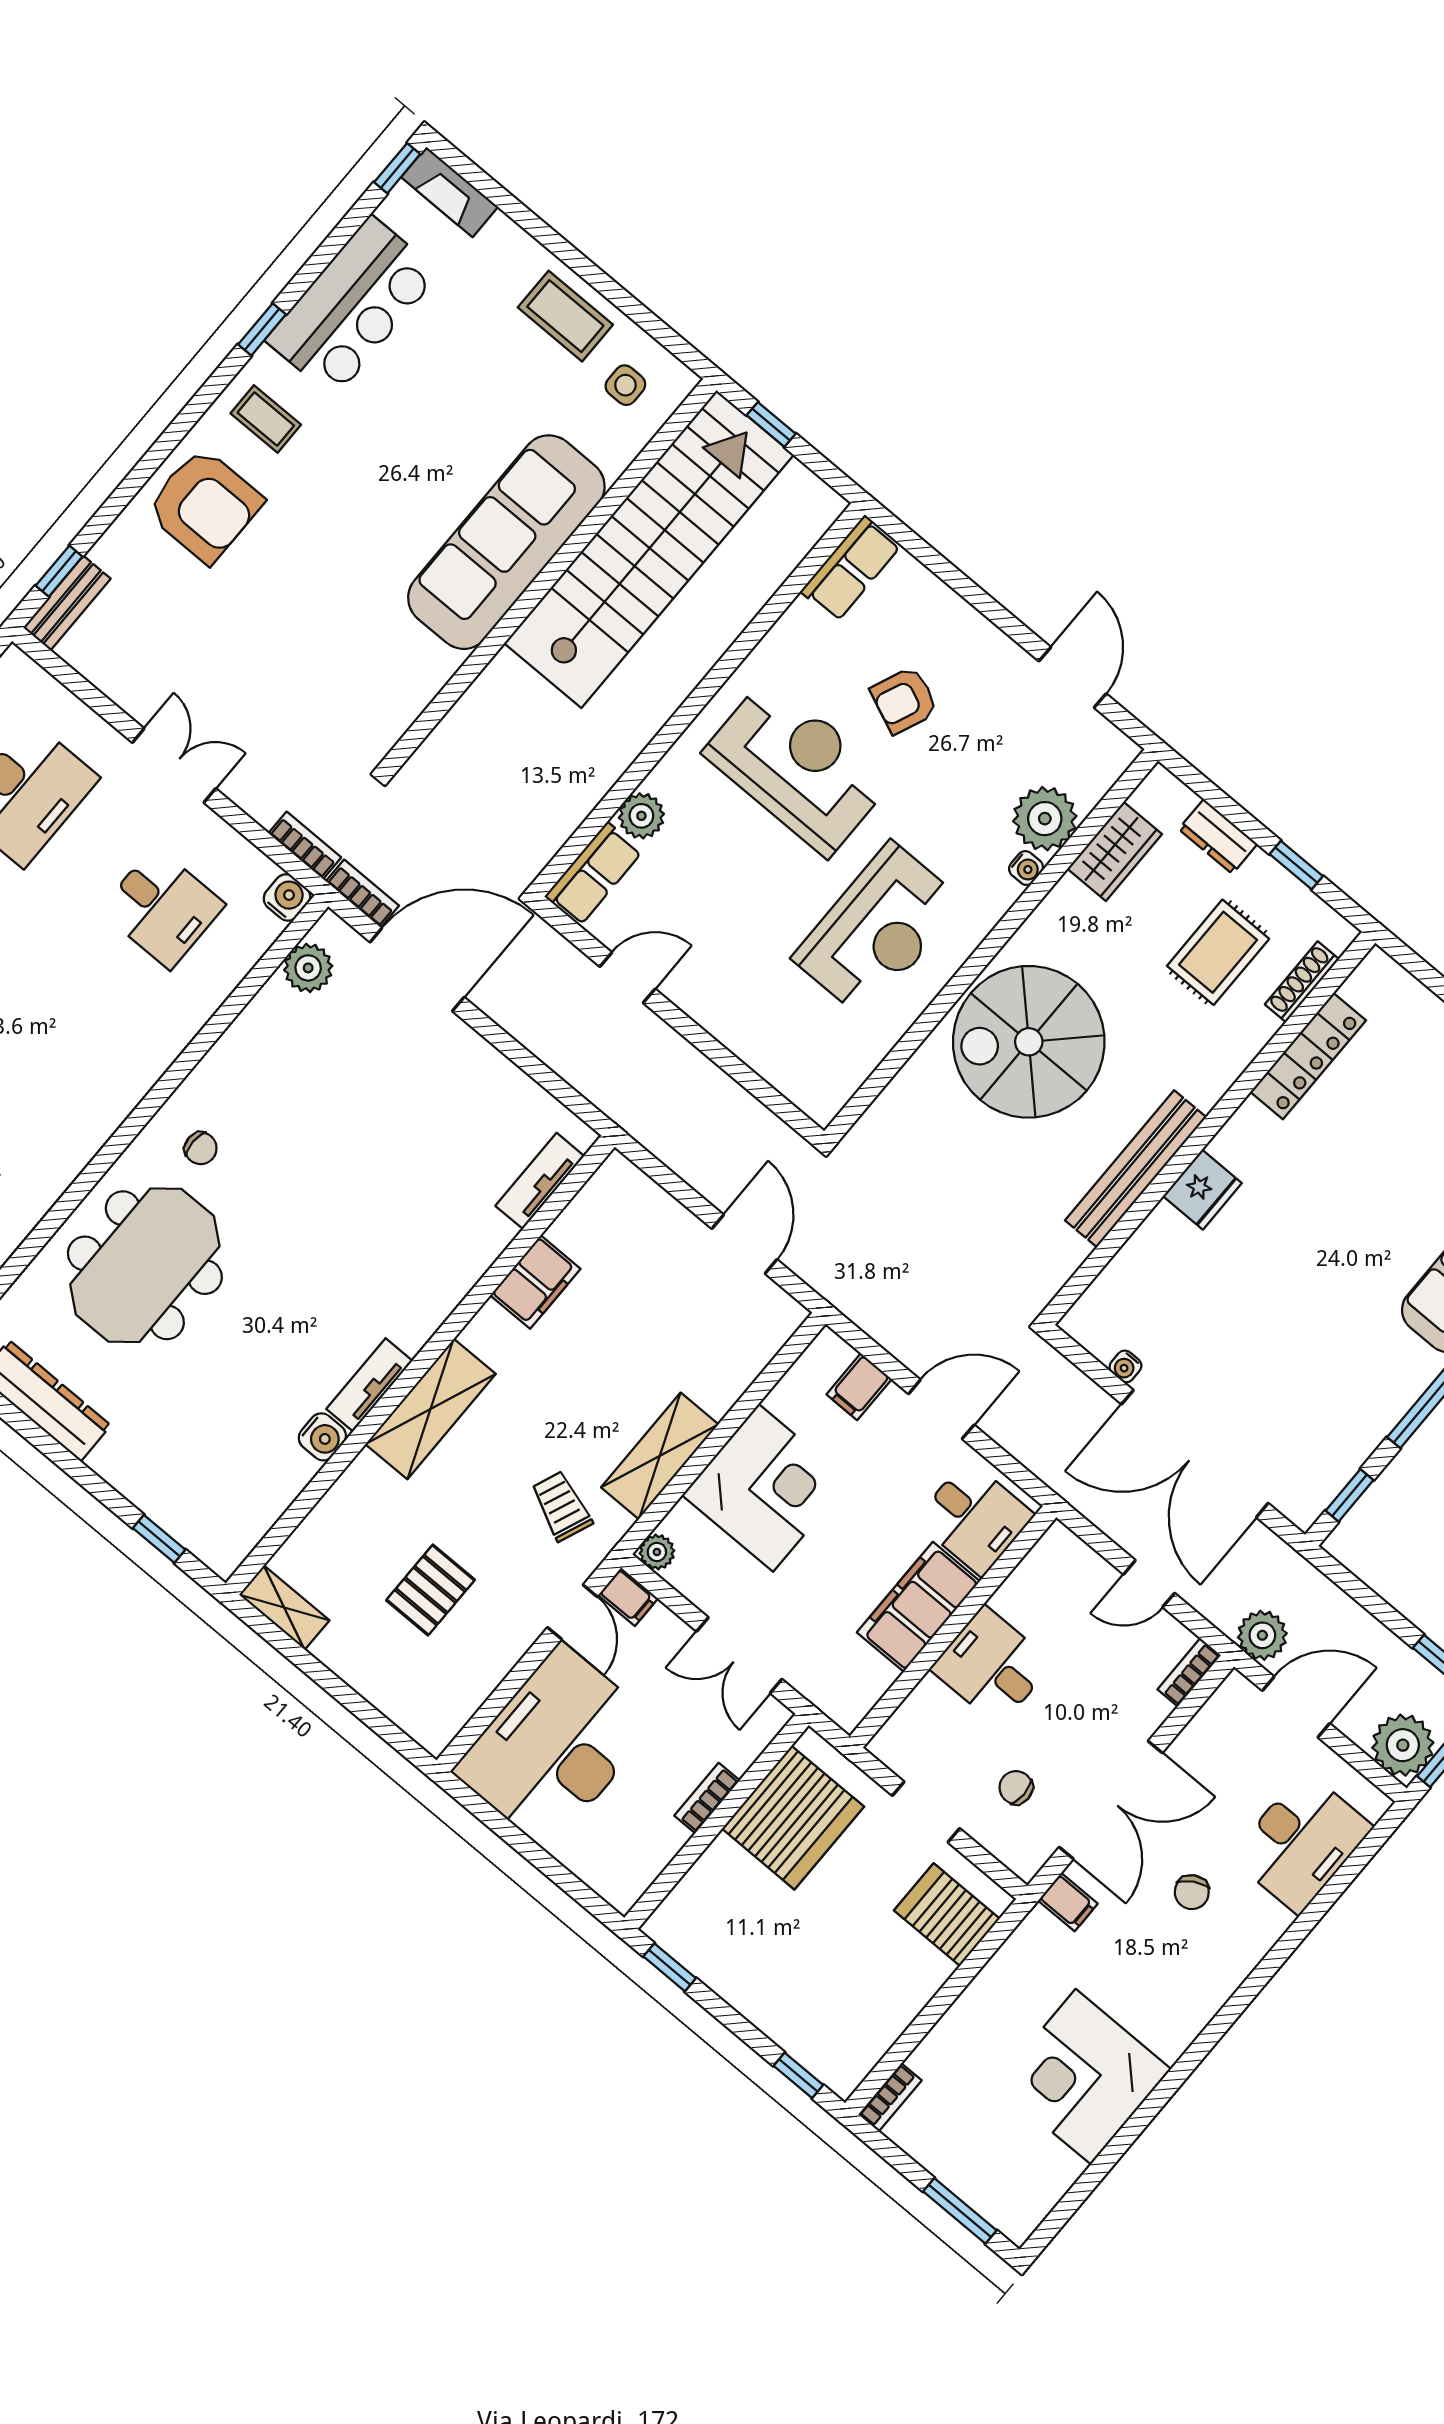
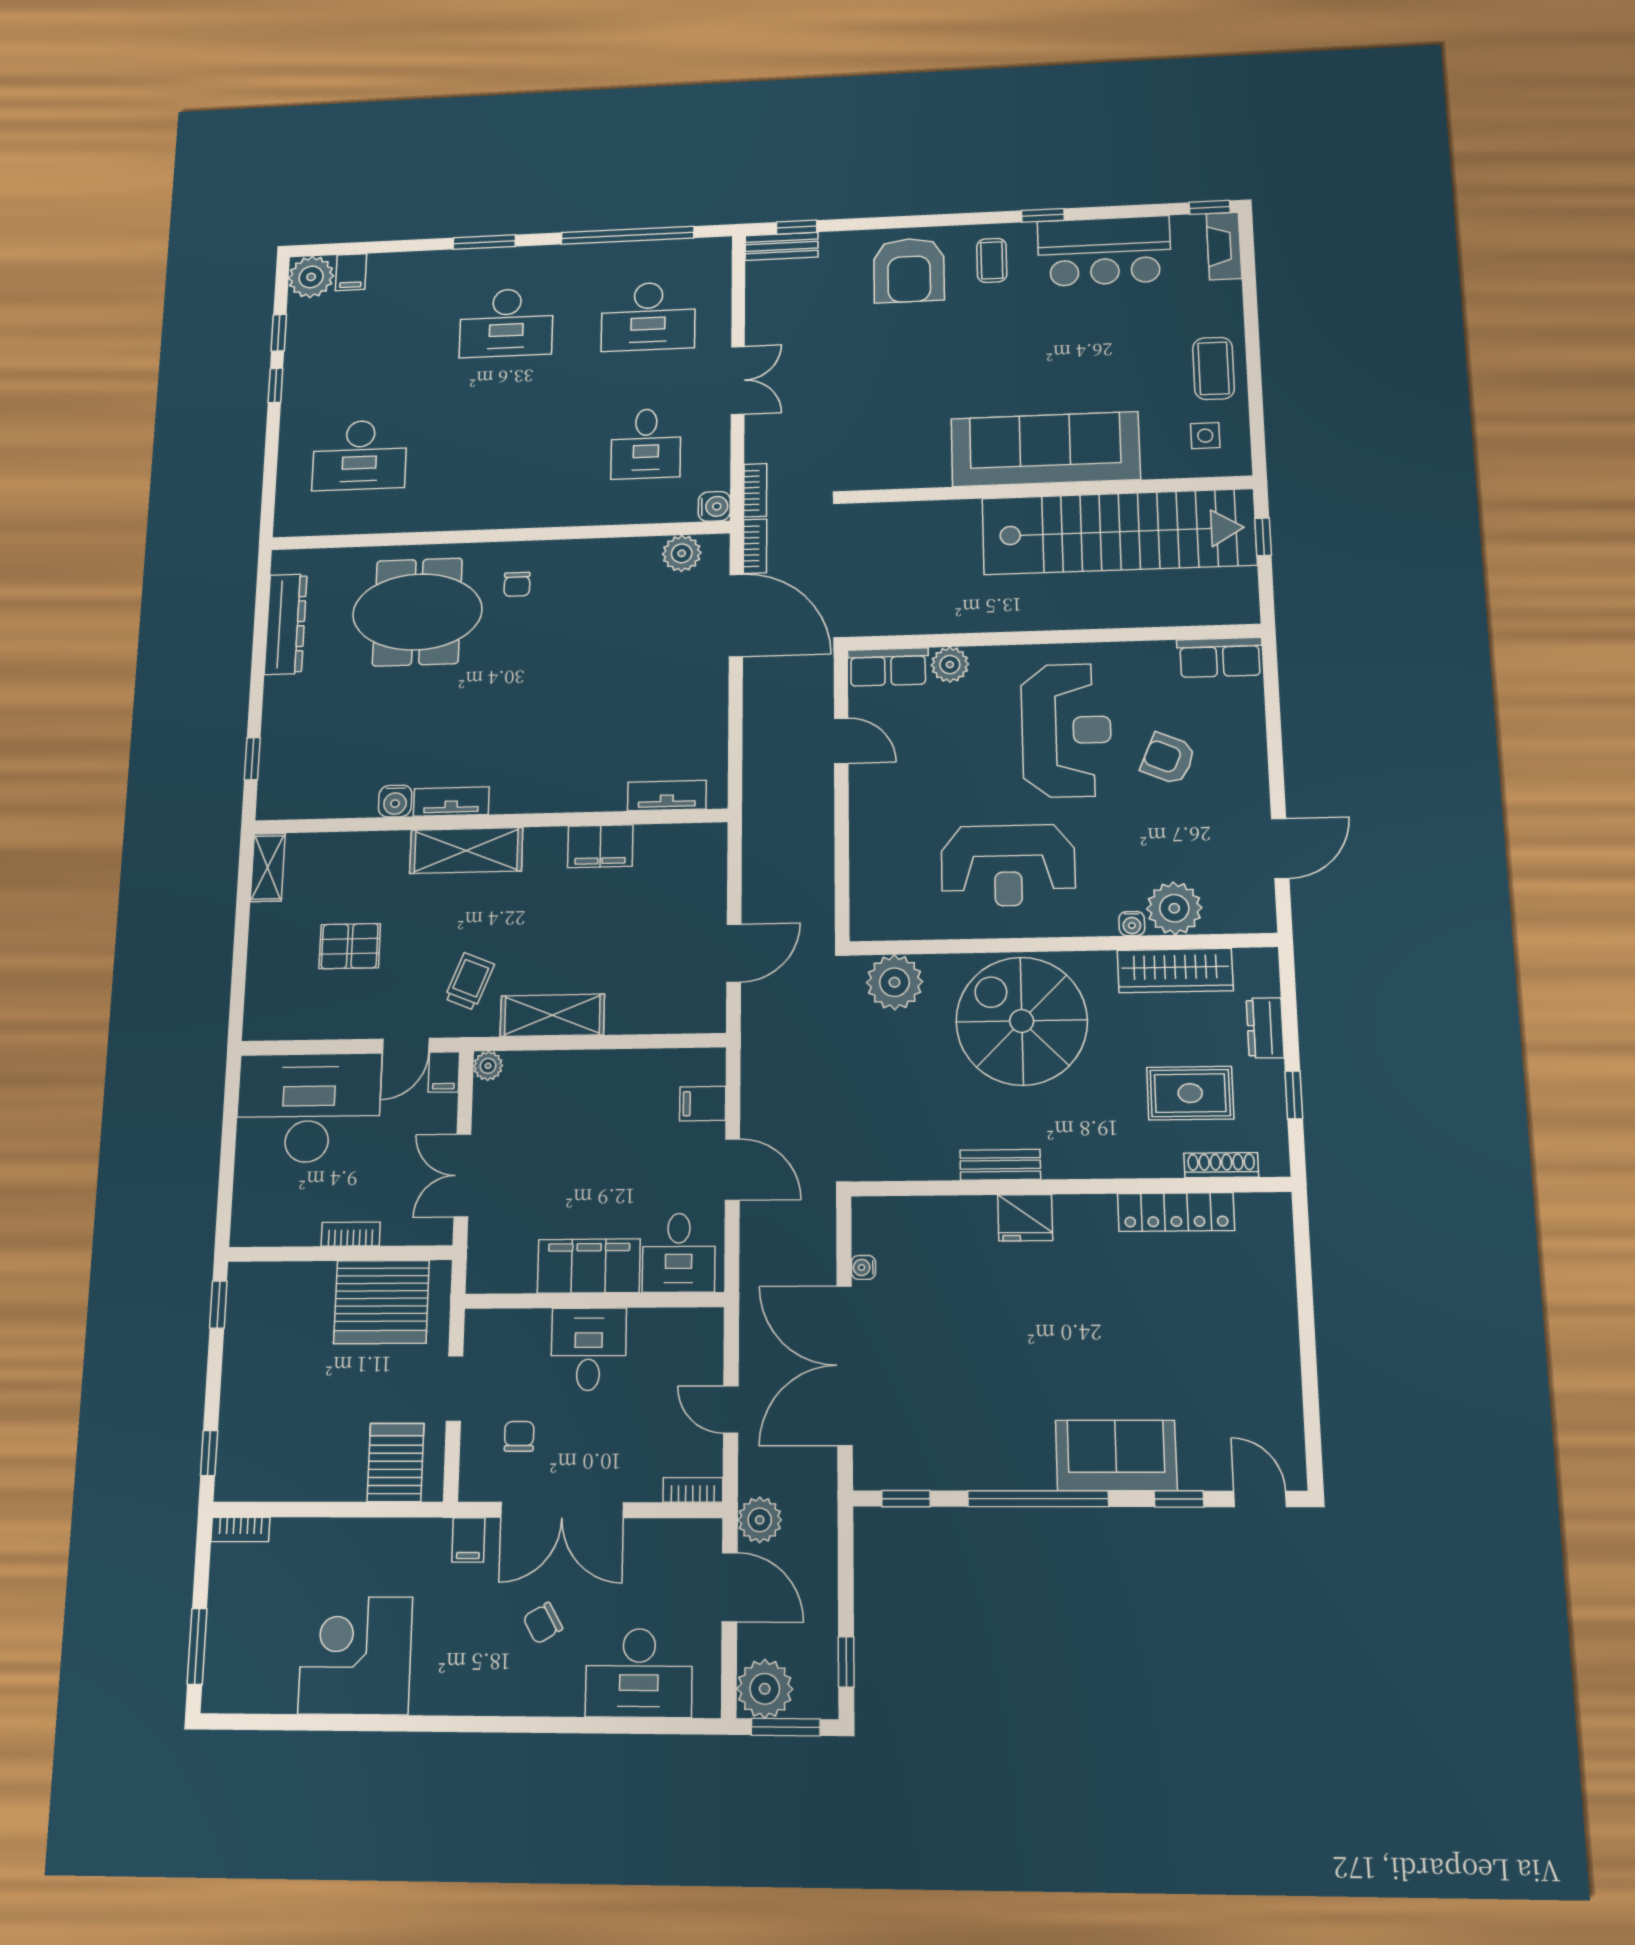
wardrobe: (1115, 851) -> (1175, 970), width x1.50
plant: (896, 1123) -> (894, 982), added
bench: (1136, 1169) -> (1000, 1165), width x0.54, depth x0.82
corner desk: (766, 1488) -> (587, 1100), removed

